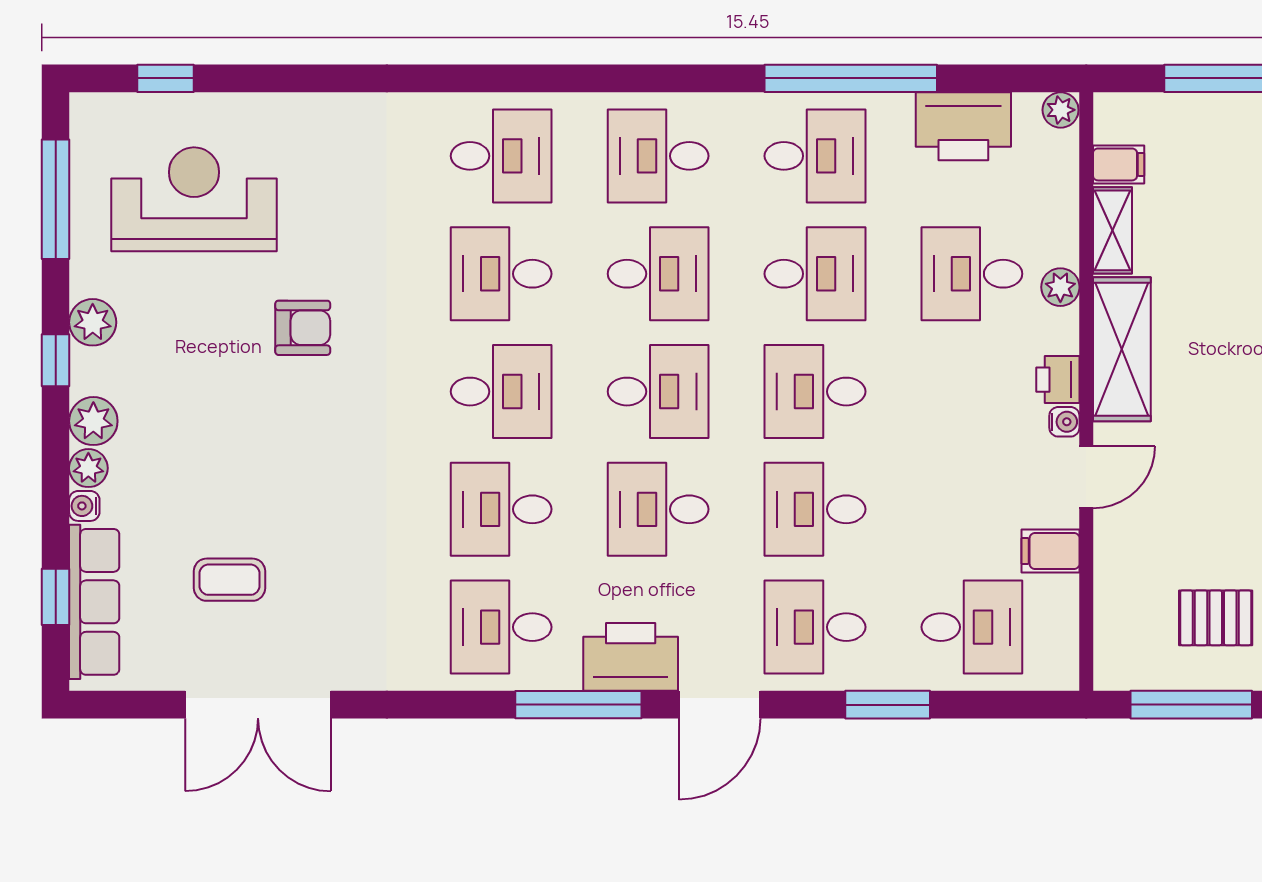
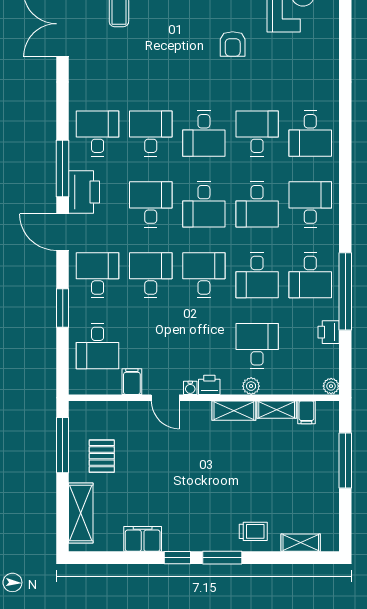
printer: (963, 126) -> (329, 332), width x0.53, depth x0.68
shelving: (1122, 349) -> (234, 411), width x0.67, depth x0.75

